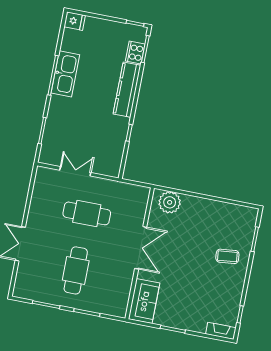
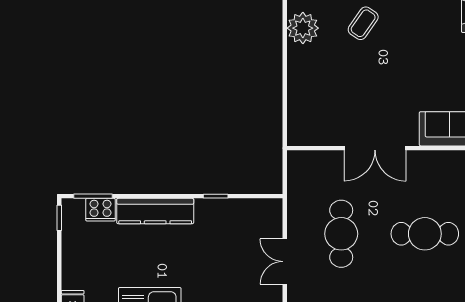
plant: (170, 202) -> (303, 28), moved
double door: (141, 248) -> (375, 148), swing flipped
coffee table: (227, 256) -> (363, 23), turned 41

